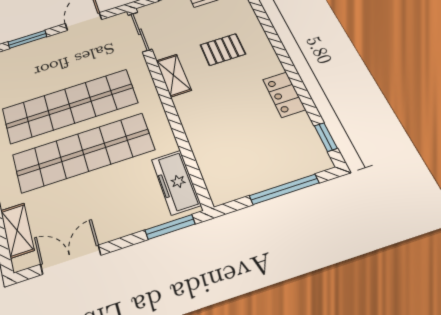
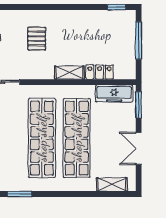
shelving: (173, 75) -> (69, 73), moved
locker: (284, 95) -> (100, 72), moved, turned 180
double door: (71, 260) -> (139, 148), moved

